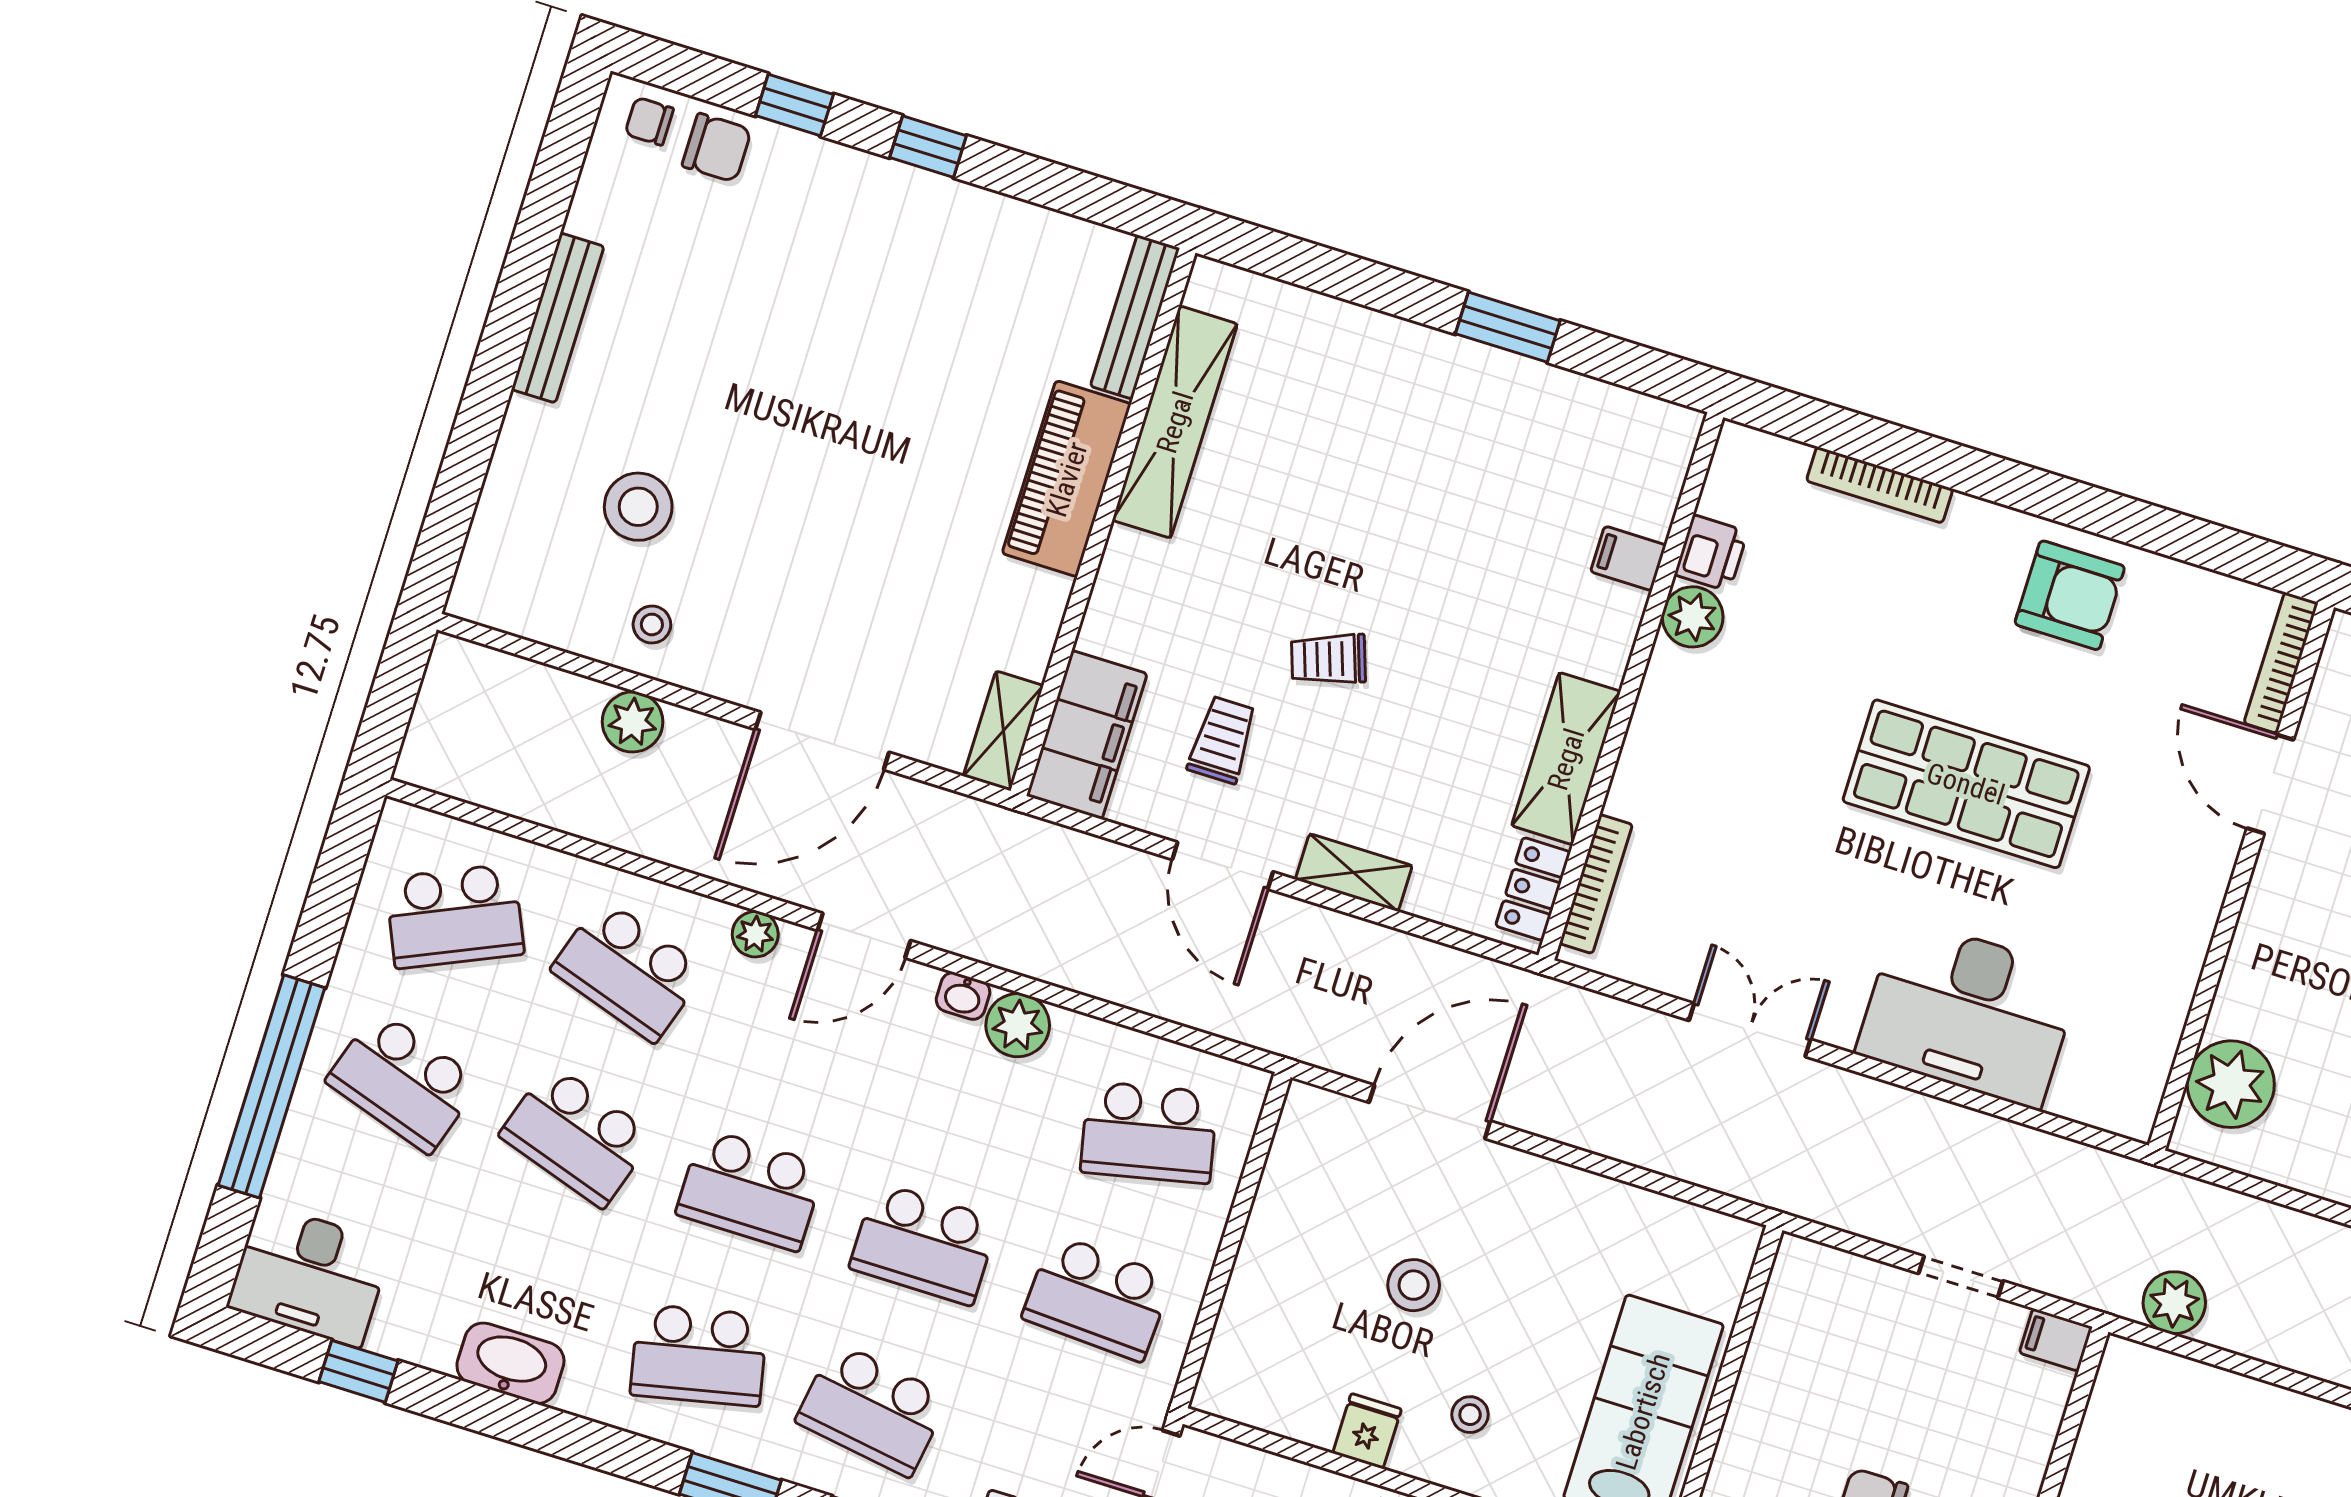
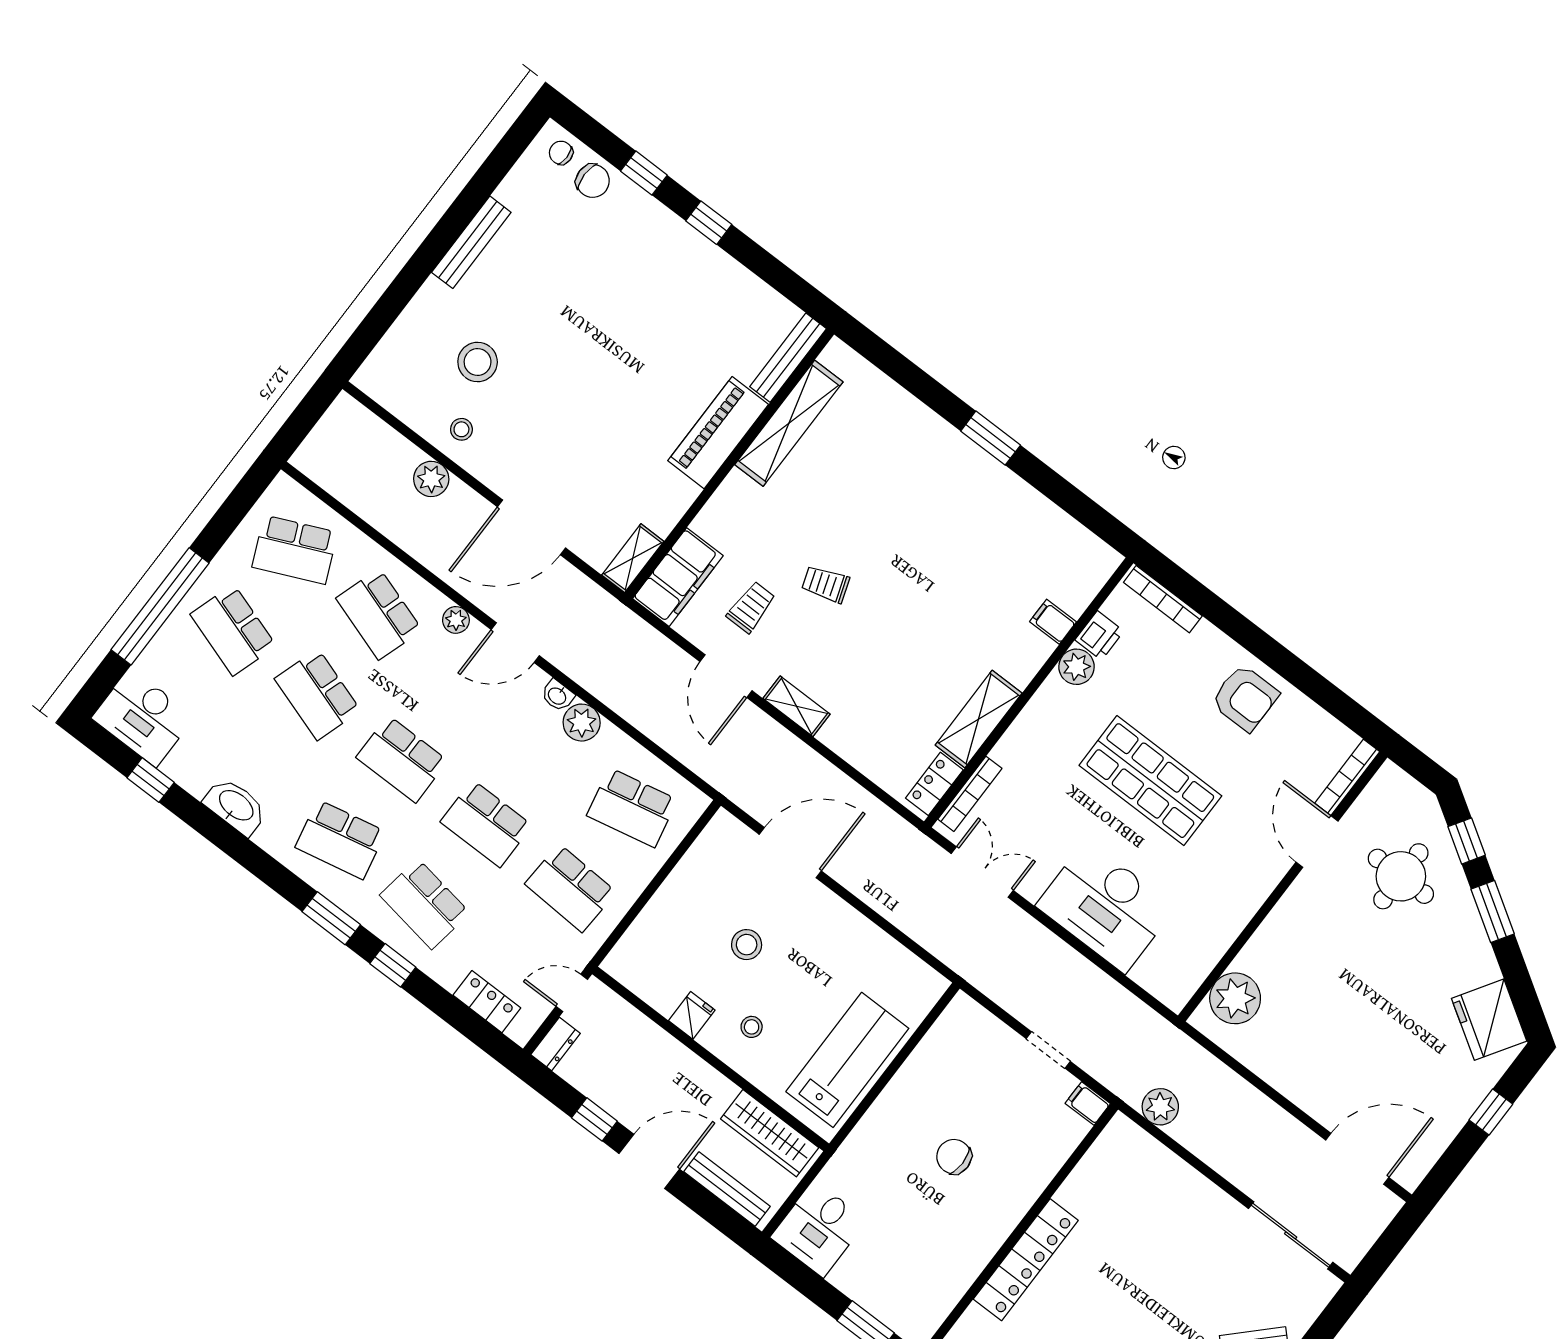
printer: (1711, 553) -> (1099, 635), moved
filing cabinet: (1628, 558) -> (1053, 622), moved
plant: (1693, 617) -> (1076, 667), moved
wall: (1631, 686) -> (1029, 692), moved
shelving: (1566, 759) -> (979, 719), moved
bookcase: (1596, 884) -> (970, 794), moved
locker: (1533, 889) -> (934, 784), moved

